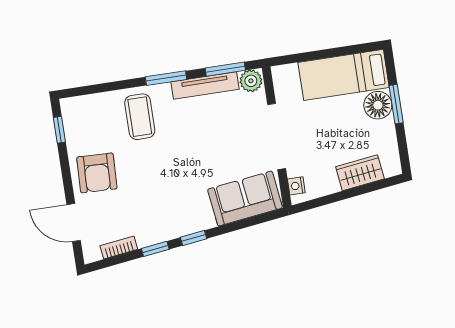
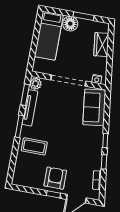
window: (396, 104) -> (83, 16), moved
window: (59, 130) -> (53, 194), moved
armchair: (97, 173) -> (55, 178), turned -92

